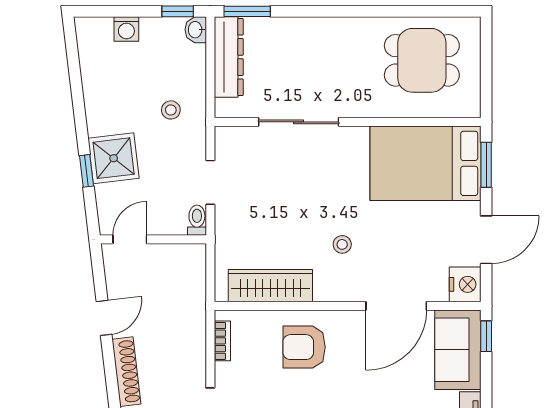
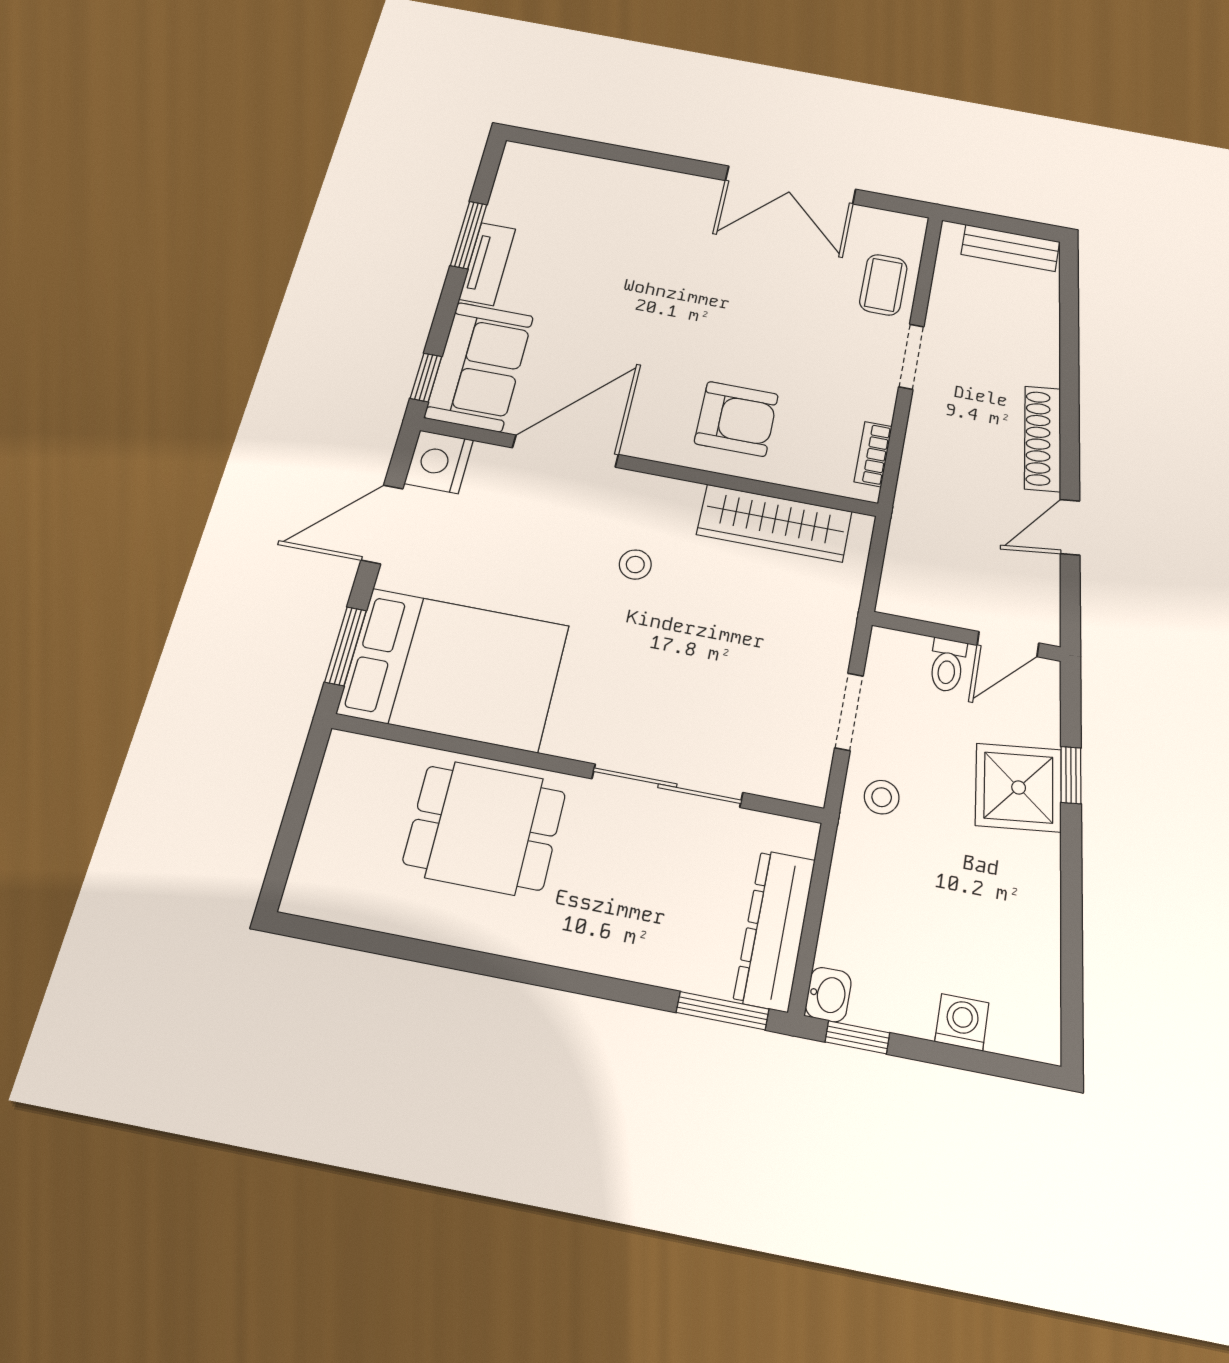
dining table: (422, 60) -> (485, 828), moved
stool: (171, 110) -> (882, 797), moved
toilet: (197, 220) -> (947, 665), moved

